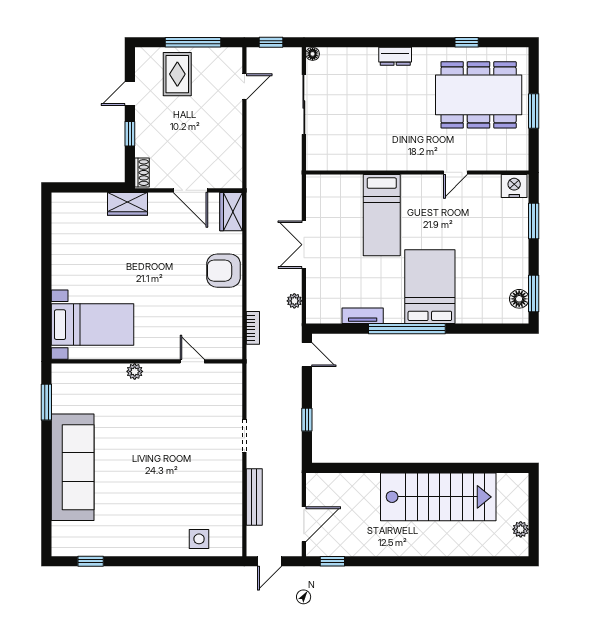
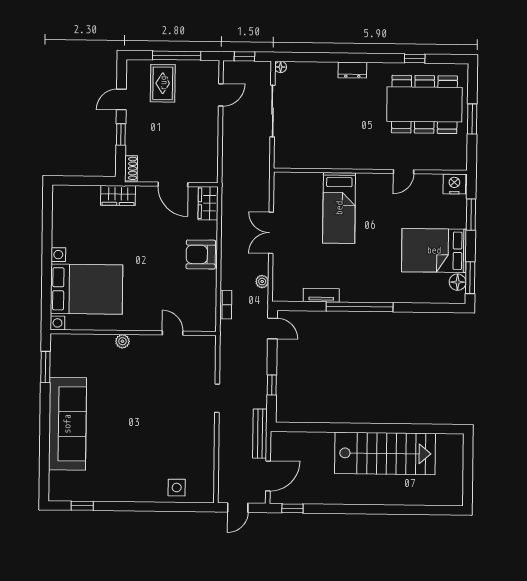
bed: (430, 287) -> (434, 250), moved, turned -90
bed with nightstands: (93, 325) -> (87, 289), width x1.36
bench: (254, 497) -> (260, 434), moved
plant: (521, 529) -> (456, 483), removed

